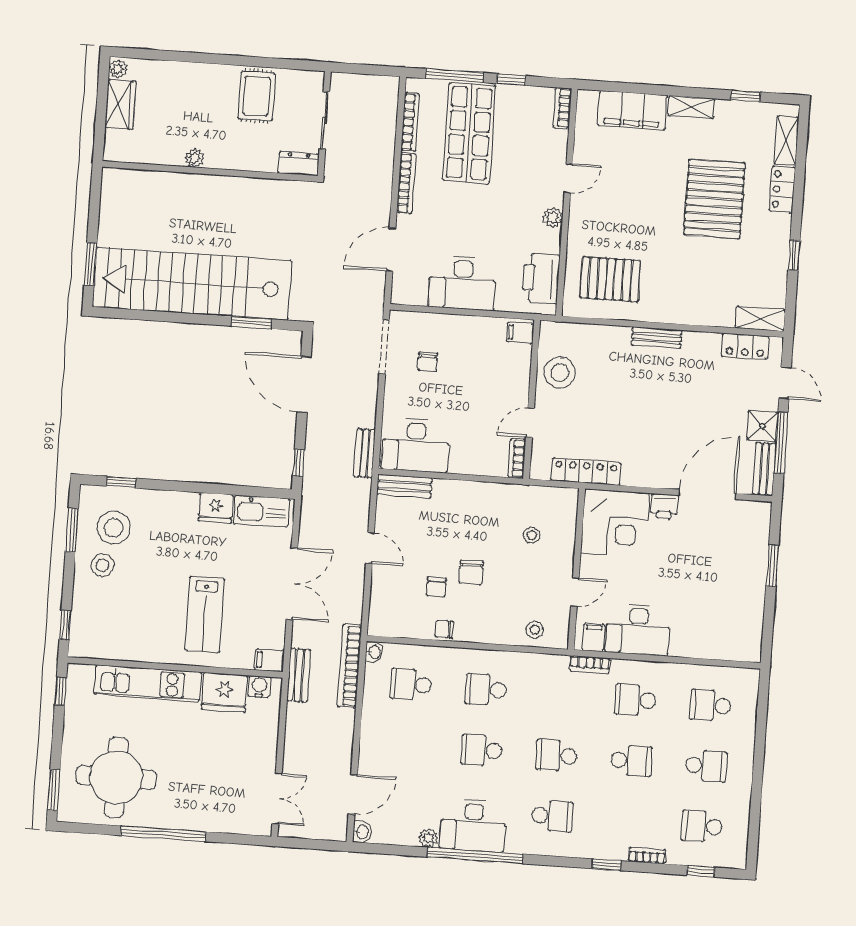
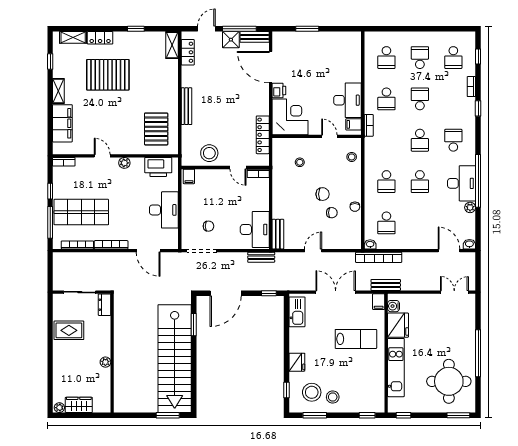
bench: (657, 338) -> (186, 106), width x1.36
fridge: (216, 508) -> (297, 362), moved

